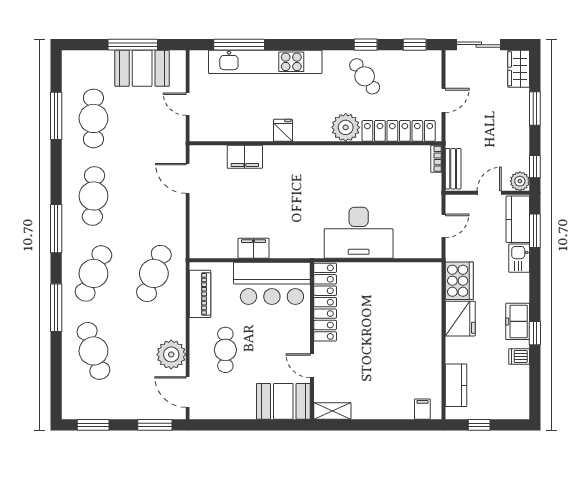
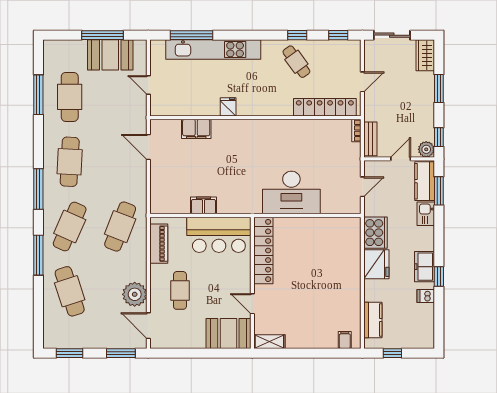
plant: (346, 127) -> (281, 104), removed

